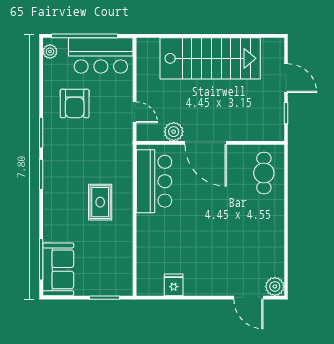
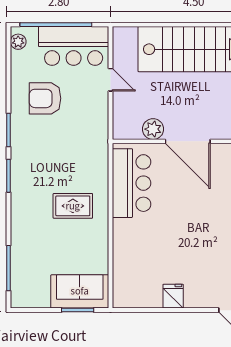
armchair: (75, 104) -> (45, 98), turned 90
door: (135, 112) -> (111, 80), moved
rug: (100, 202) -> (73, 206), turned 90
sofa: (58, 269) -> (80, 291), moved, turned -90
fridge: (174, 285) -> (173, 296), moved

